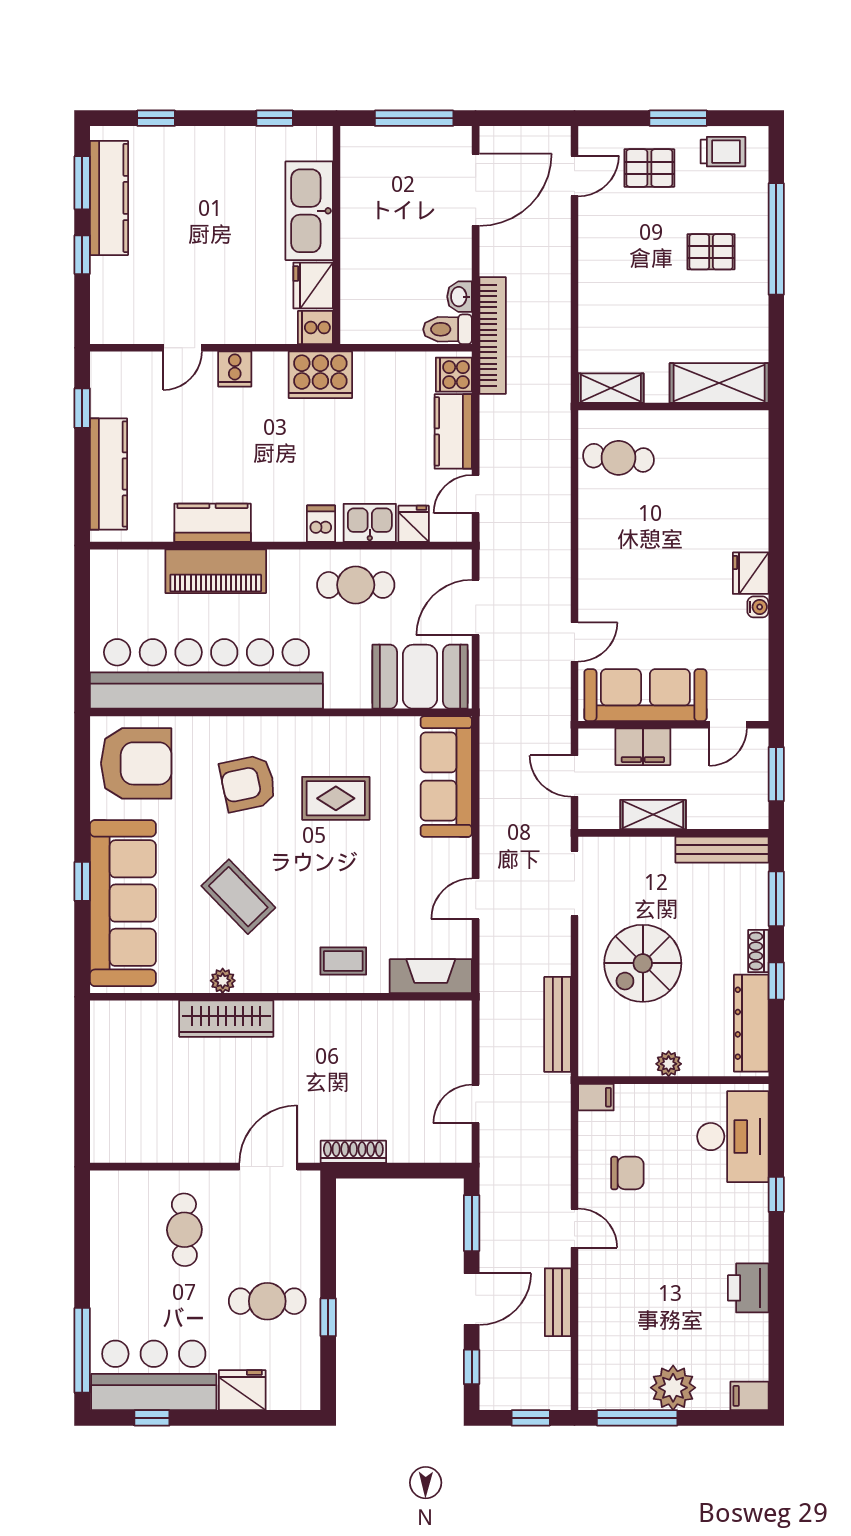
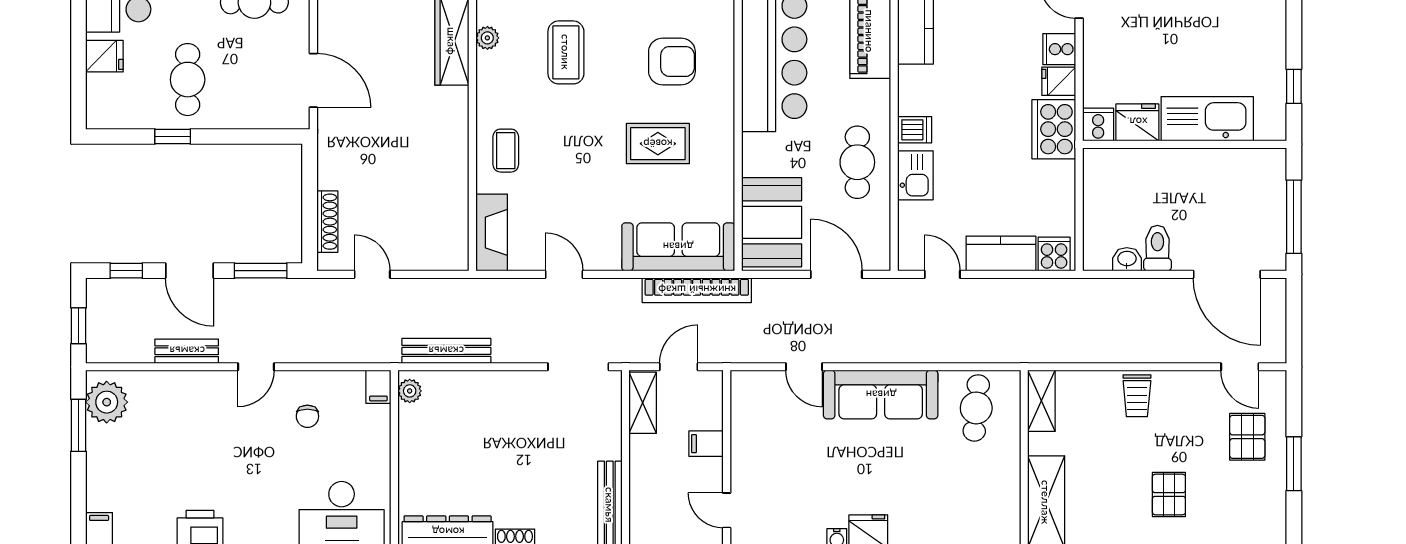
trolley: (723, 152) -> (1137, 396), moved
toilet: (448, 329) -> (1157, 248), moved
bookcase: (493, 335) -> (697, 290), moved
fridge: (414, 524) -> (1059, 81), moved, turned 180
sofa: (645, 695) -> (881, 395), moved, turned 90
filing cabinet: (643, 747) -> (706, 444), width x0.50
armchair: (248, 783) -> (672, 61), turned 102
rug: (336, 798) -> (658, 144), turned 90
shelving: (653, 815) -> (643, 403), moved
coffee table: (238, 897) -> (566, 52), turned -46
spiral stairs: (643, 963) -> (504, 431), removed
plant: (669, 1064) -> (410, 391), moved
shoe rack: (353, 1152) -> (327, 222), moved
chair: (627, 1173) -> (307, 416), width x0.73, depth x0.73
plant: (673, 1388) -> (107, 402), moved
fridge: (242, 1390) -> (104, 56), width x0.72
window: (637, 1418) -> (78, 425), width x0.69

